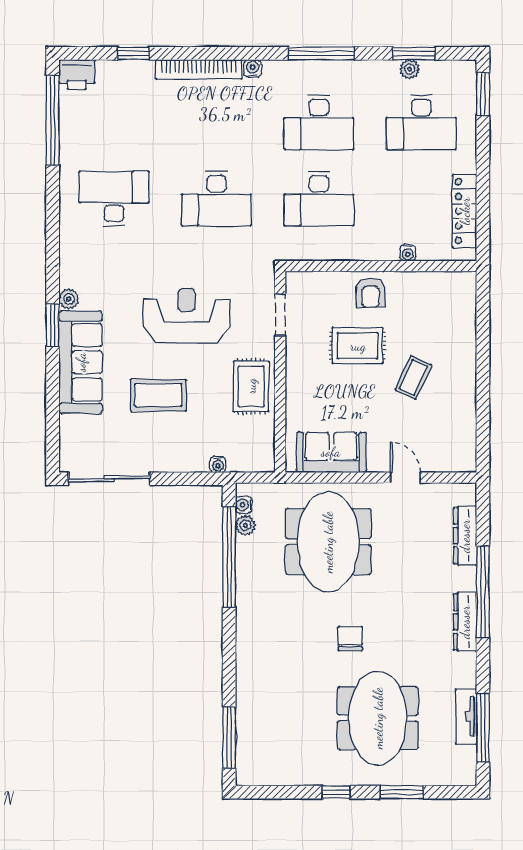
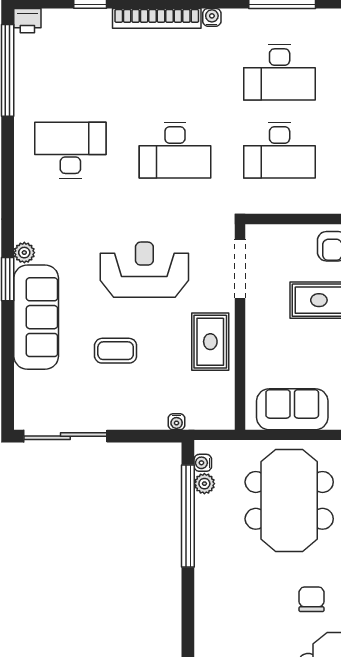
printer: (77, 74) -> (27, 21), width x0.73, depth x0.81
doorway: (280, 315) -> (240, 269), width x1.38
coffee table: (158, 395) -> (116, 351), width x0.73, depth x0.77

